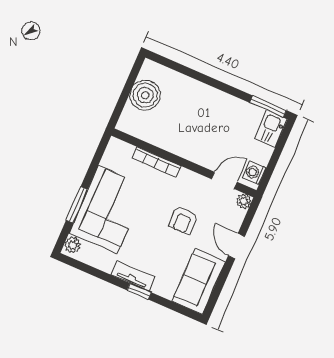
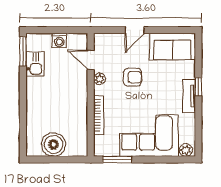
kitchen sink: (271, 129) -> (35, 64), moved, turned -90
washing machine: (254, 173) -> (59, 40), moved
plant: (244, 201) -> (100, 79), moved
window: (77, 205) -> (117, 160), moved

